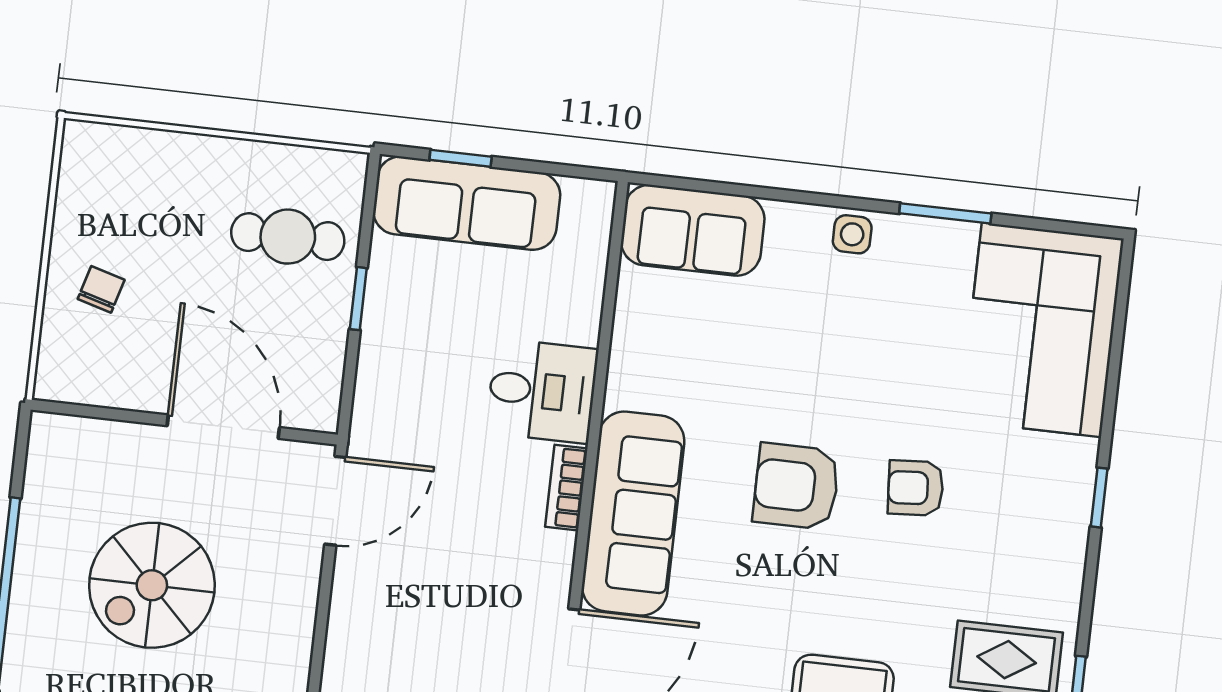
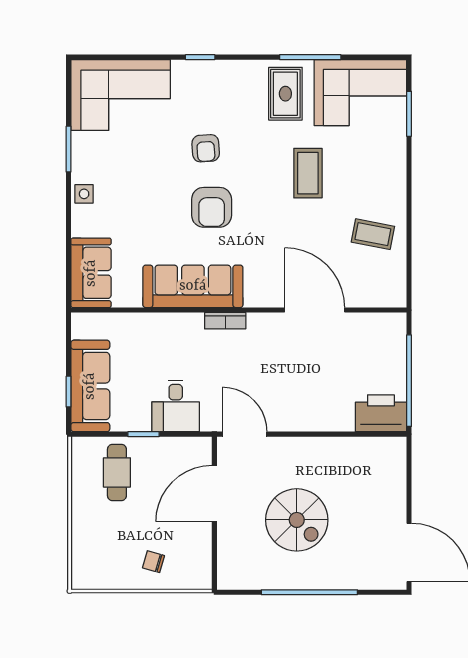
desk: (542, 391) -> (176, 406), moved, turned 180
sofa: (633, 513) -> (193, 286), moved

